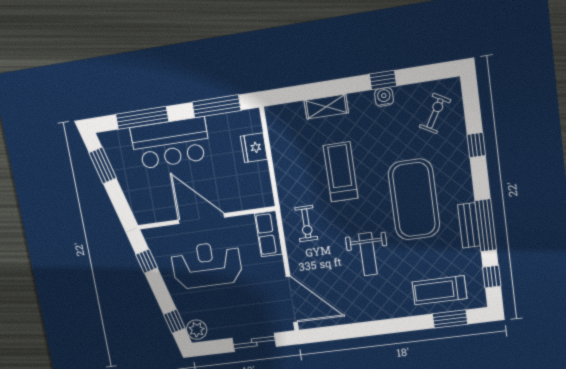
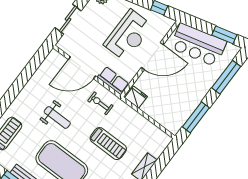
bar counter: (170, 143) -> (198, 45), moved, turned -105
fridge: (254, 148) -> (136, 97), moved
weight bench: (368, 254) -> (57, 117), turned 180
door: (292, 299) -> (82, 68), moved

